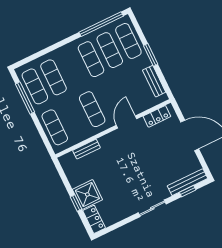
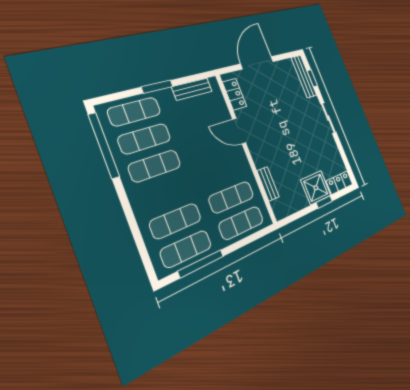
exercise mat: (92, 109) -> (231, 197), moved

